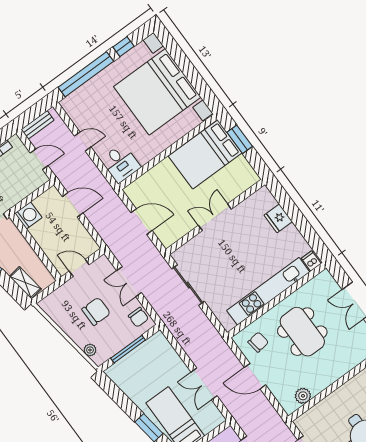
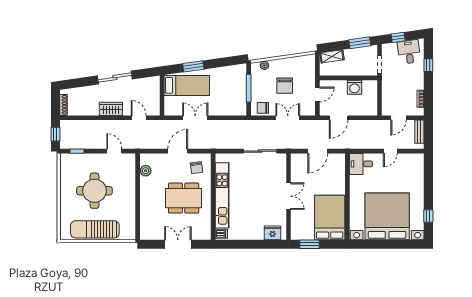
window: (86, 74) -> (428, 182), removed
window: (240, 139) -> (310, 244), moved
door: (73, 205) -> (339, 118), moved
washing machine: (28, 215) -> (355, 87), moved
fridge: (278, 218) -> (273, 233), moved

